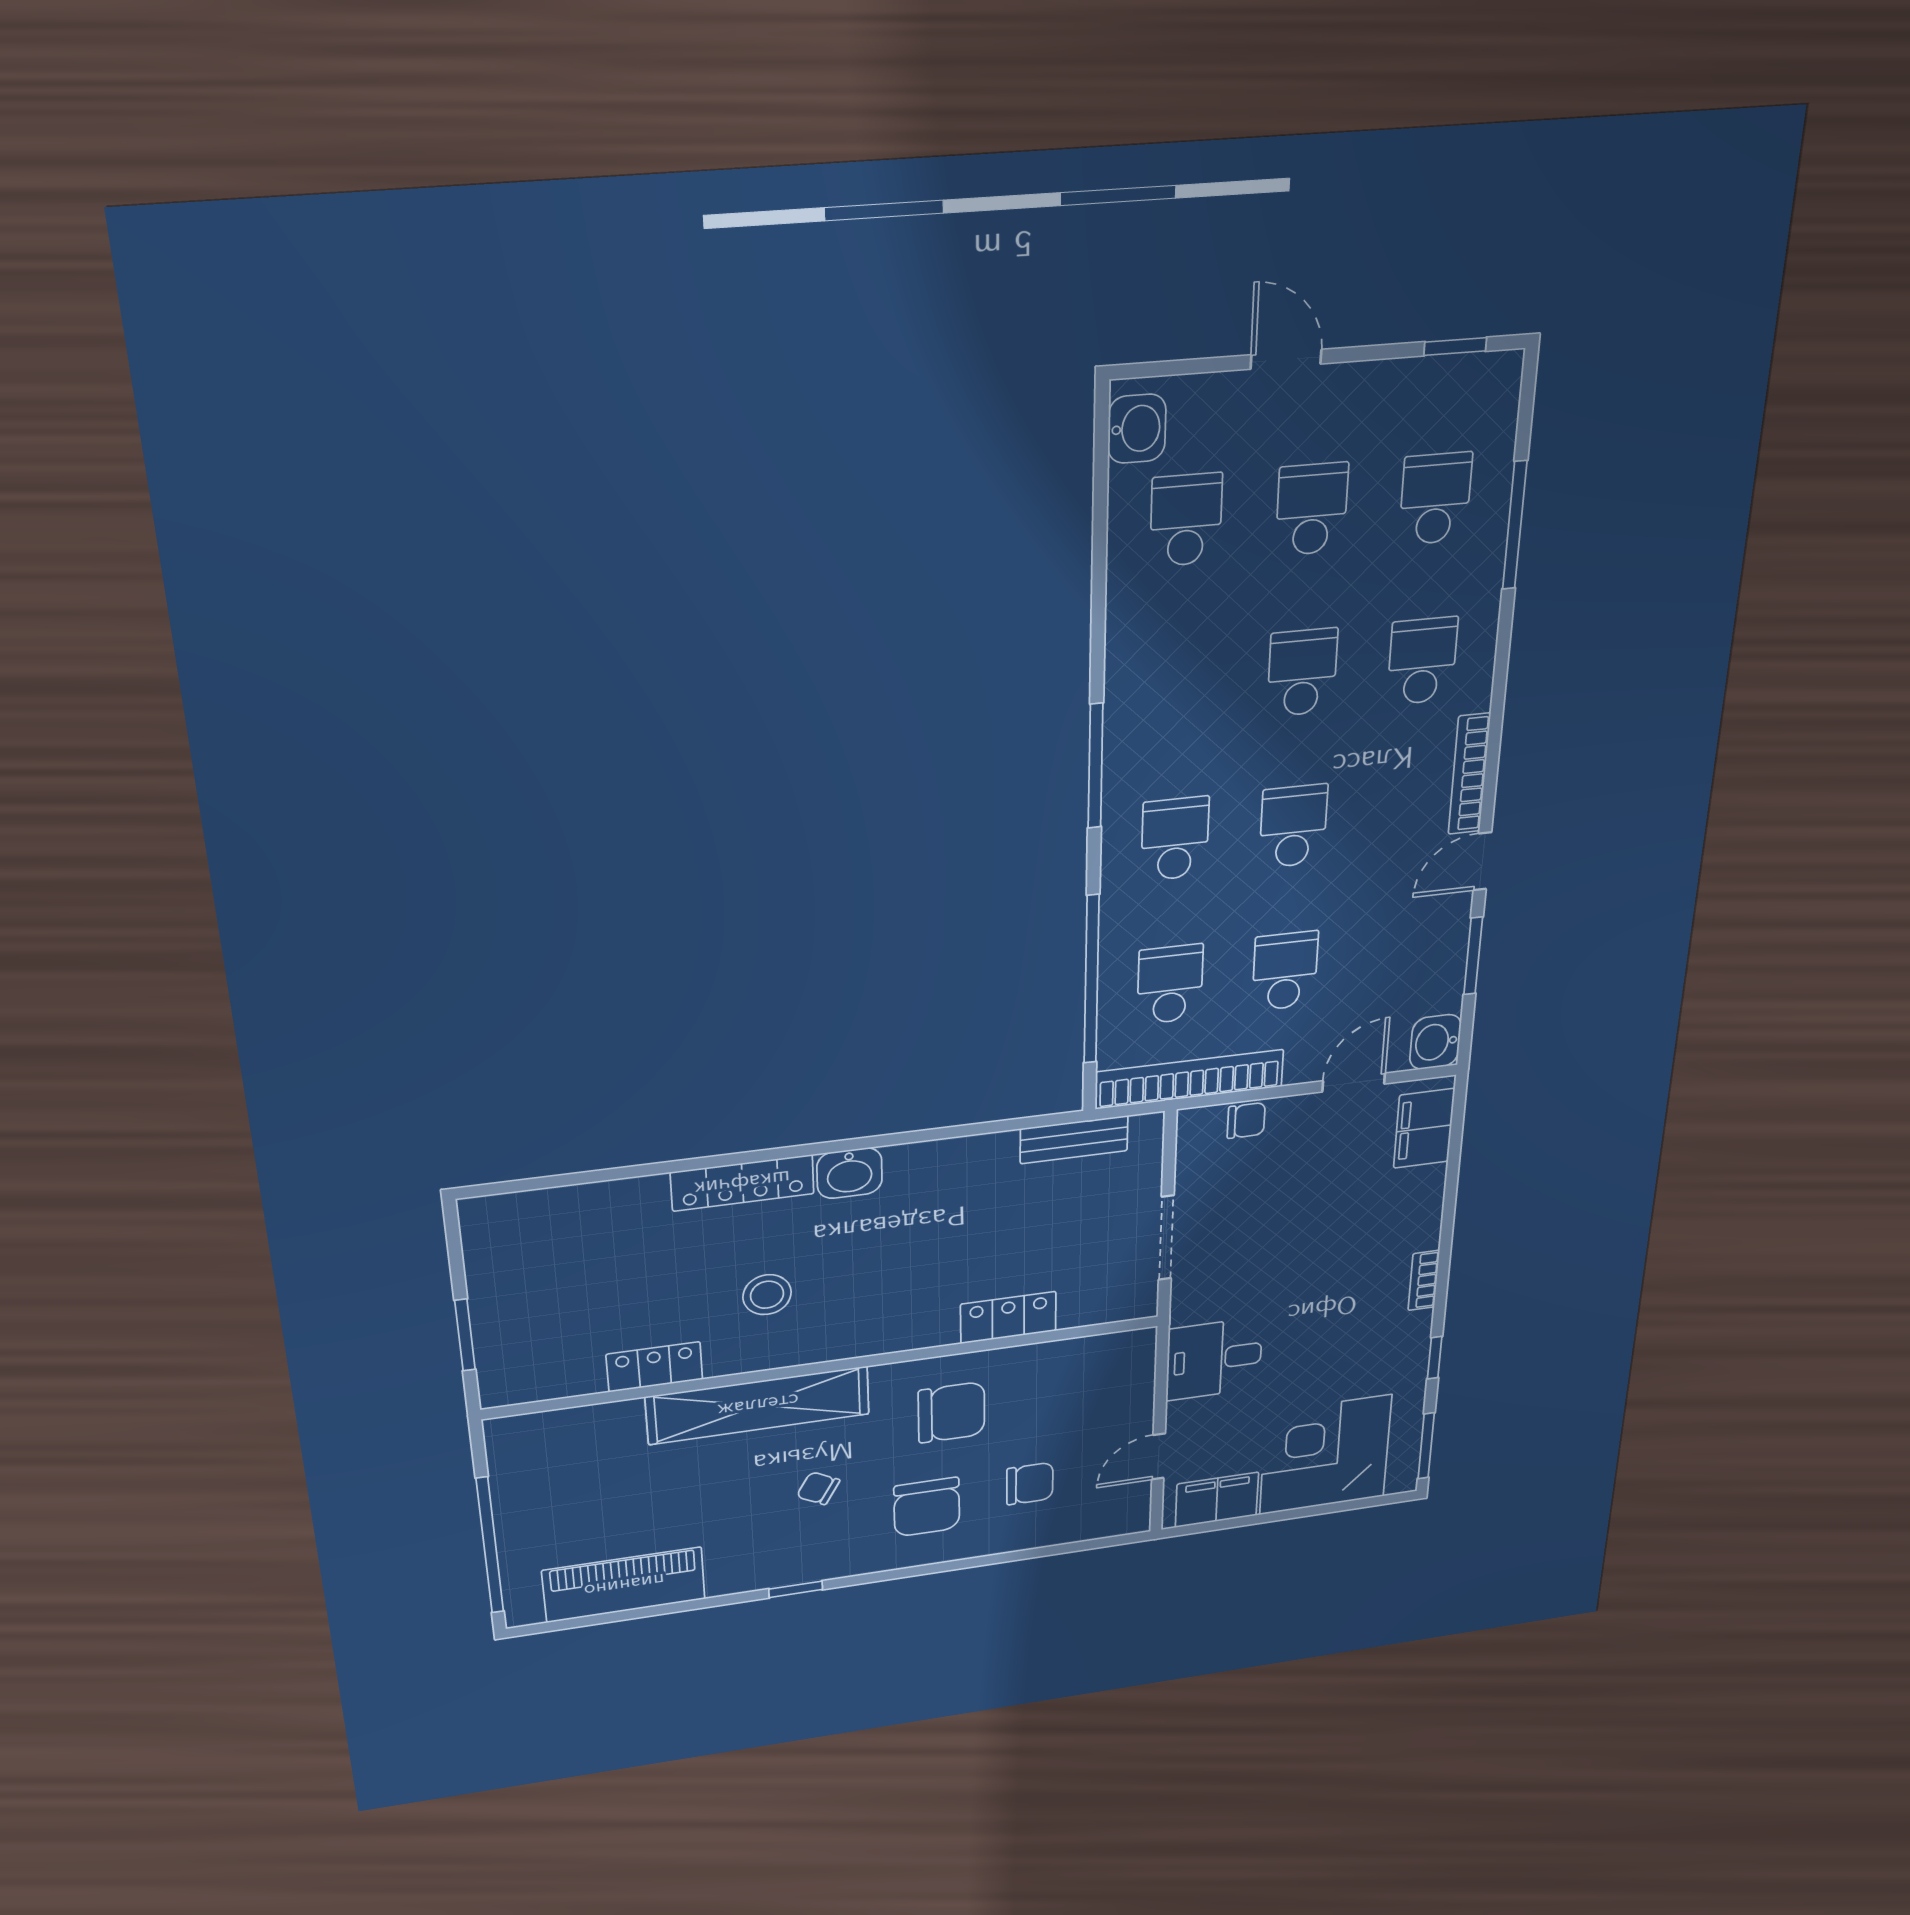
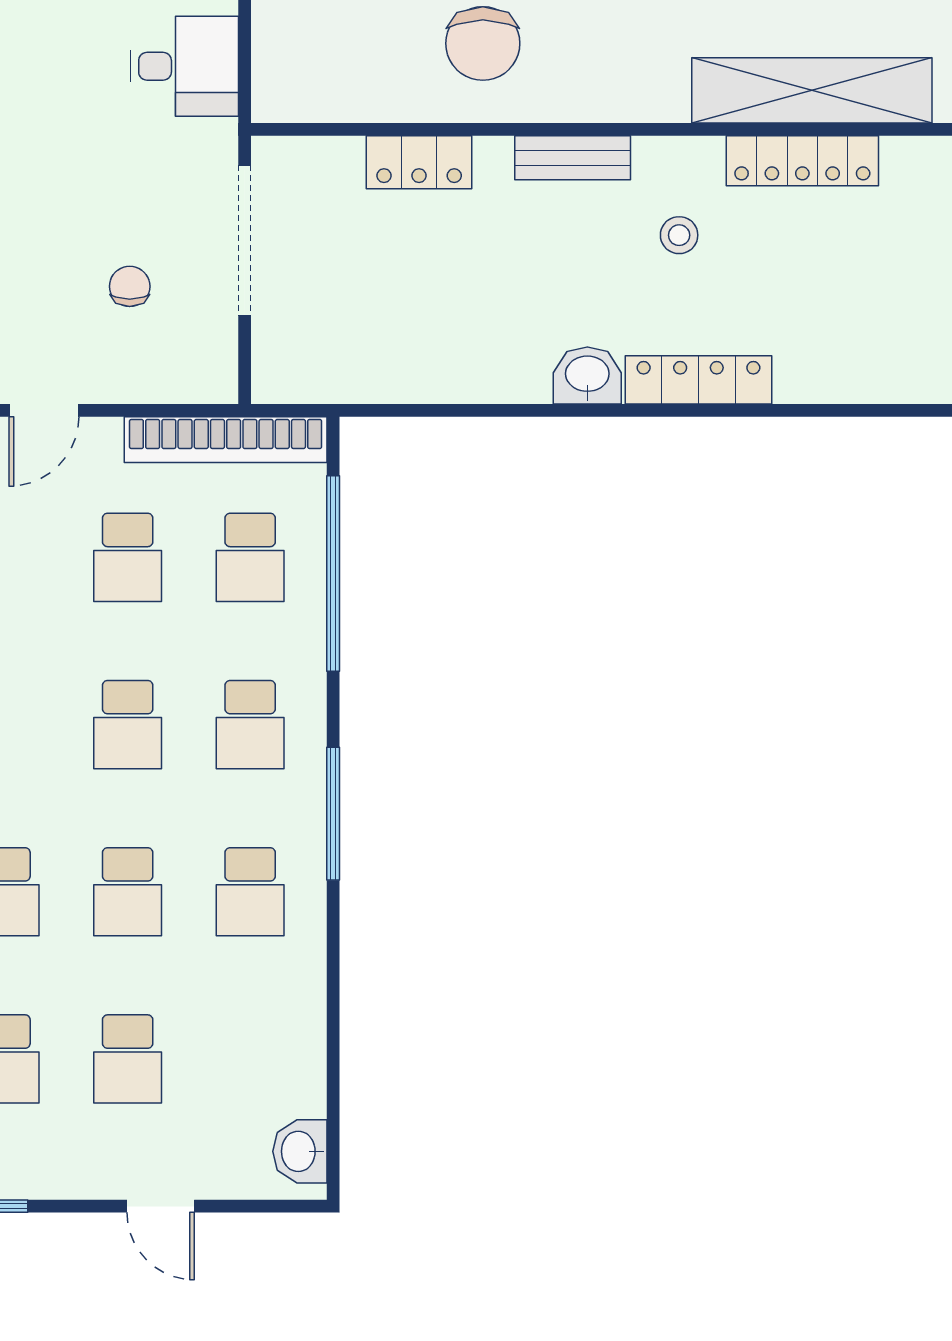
school desk: (1186, 520) -> (250, 892), moved
chair: (1246, 1120) -> (130, 286), moved, turned 90
bench: (1074, 1140) -> (573, 158), moved
doorway: (1166, 1238) -> (245, 240), width x1.36
stool: (767, 1295) -> (679, 235), width x0.73, depth x0.73
locker: (654, 1367) -> (802, 161), width x1.53
shelving: (758, 1405) -> (812, 90), moved
chair: (952, 1412) -> (483, 43), turned -90

